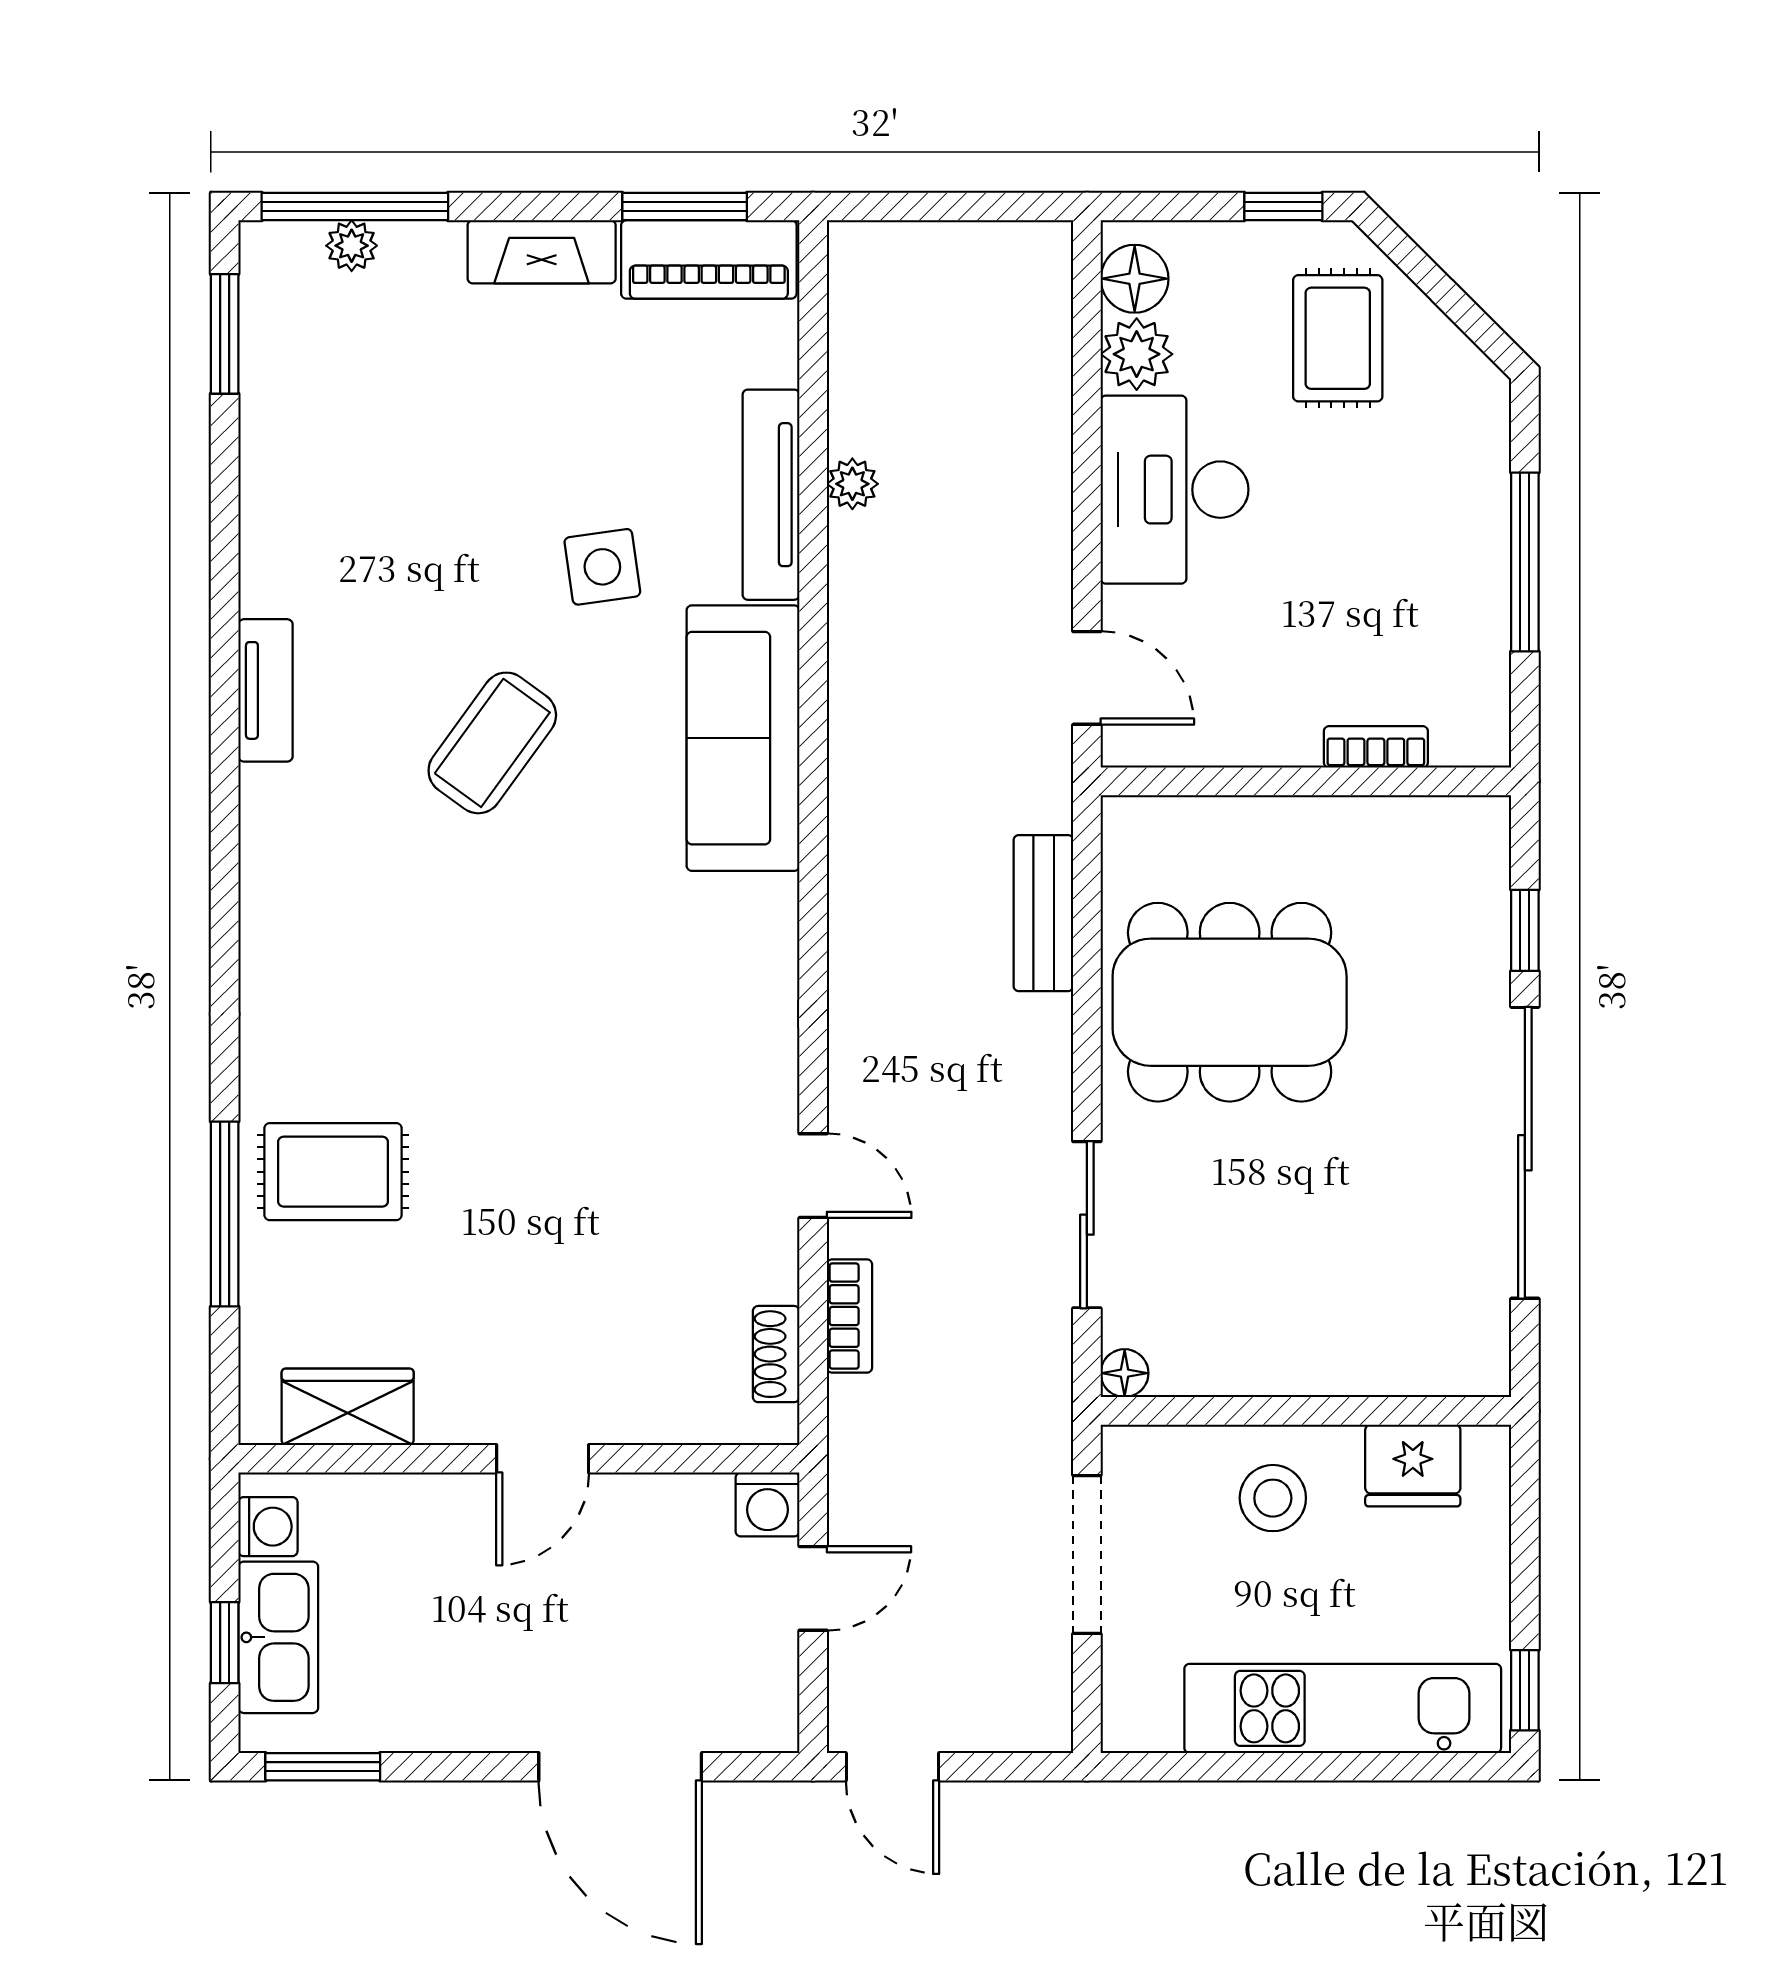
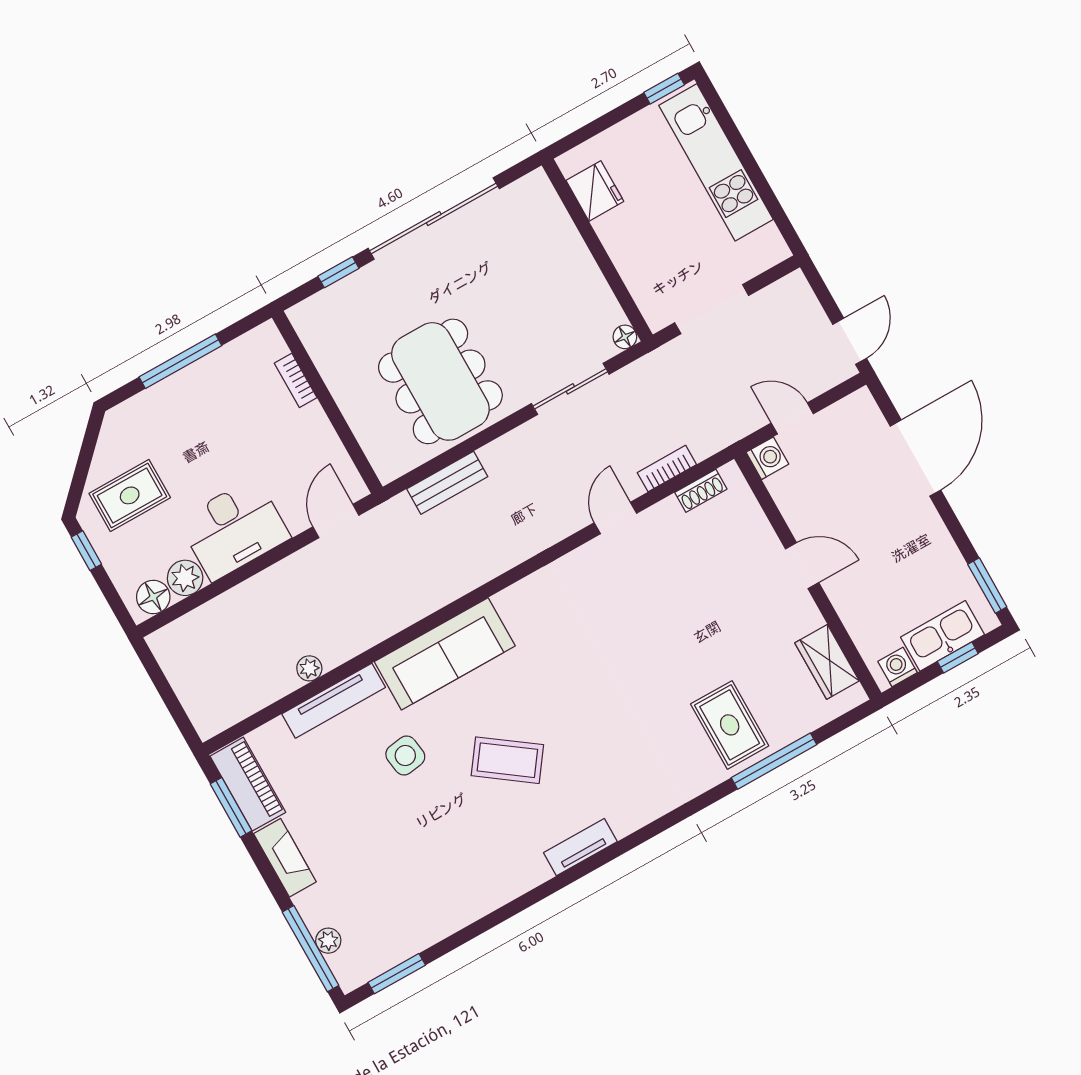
tv unit: (266, 690) -> (580, 847), moved
stool: (1273, 1498) -> (643, 243), removed

